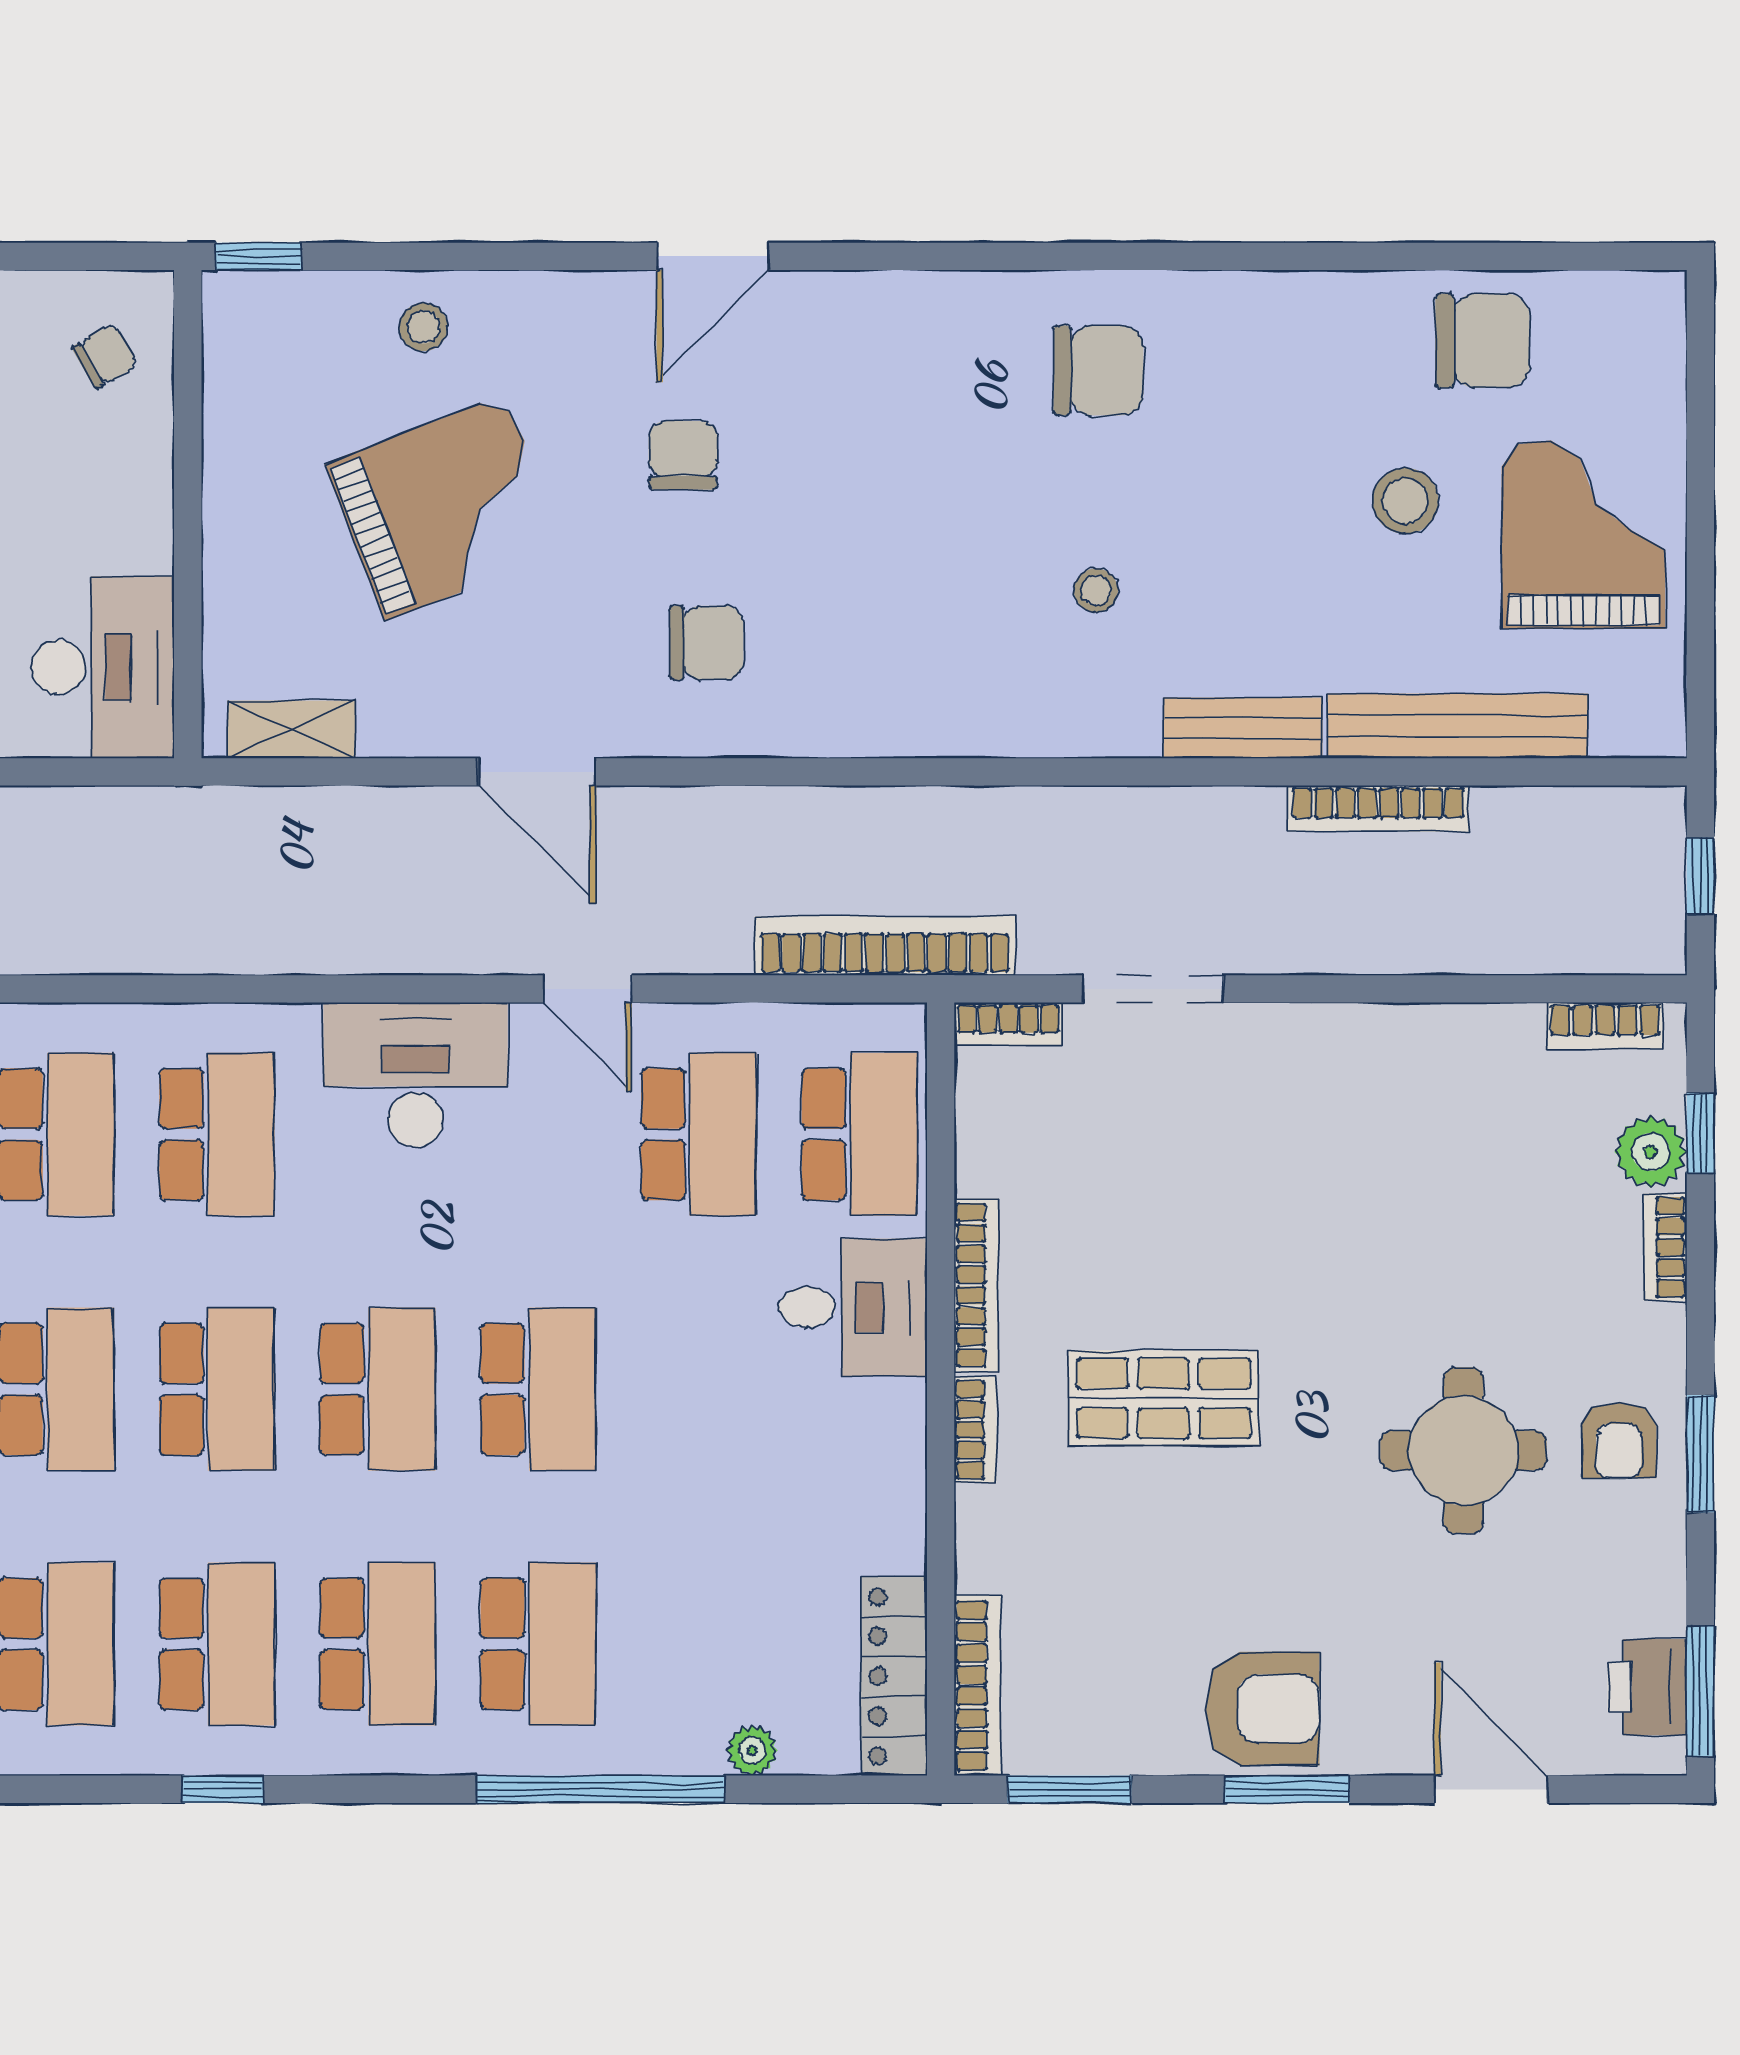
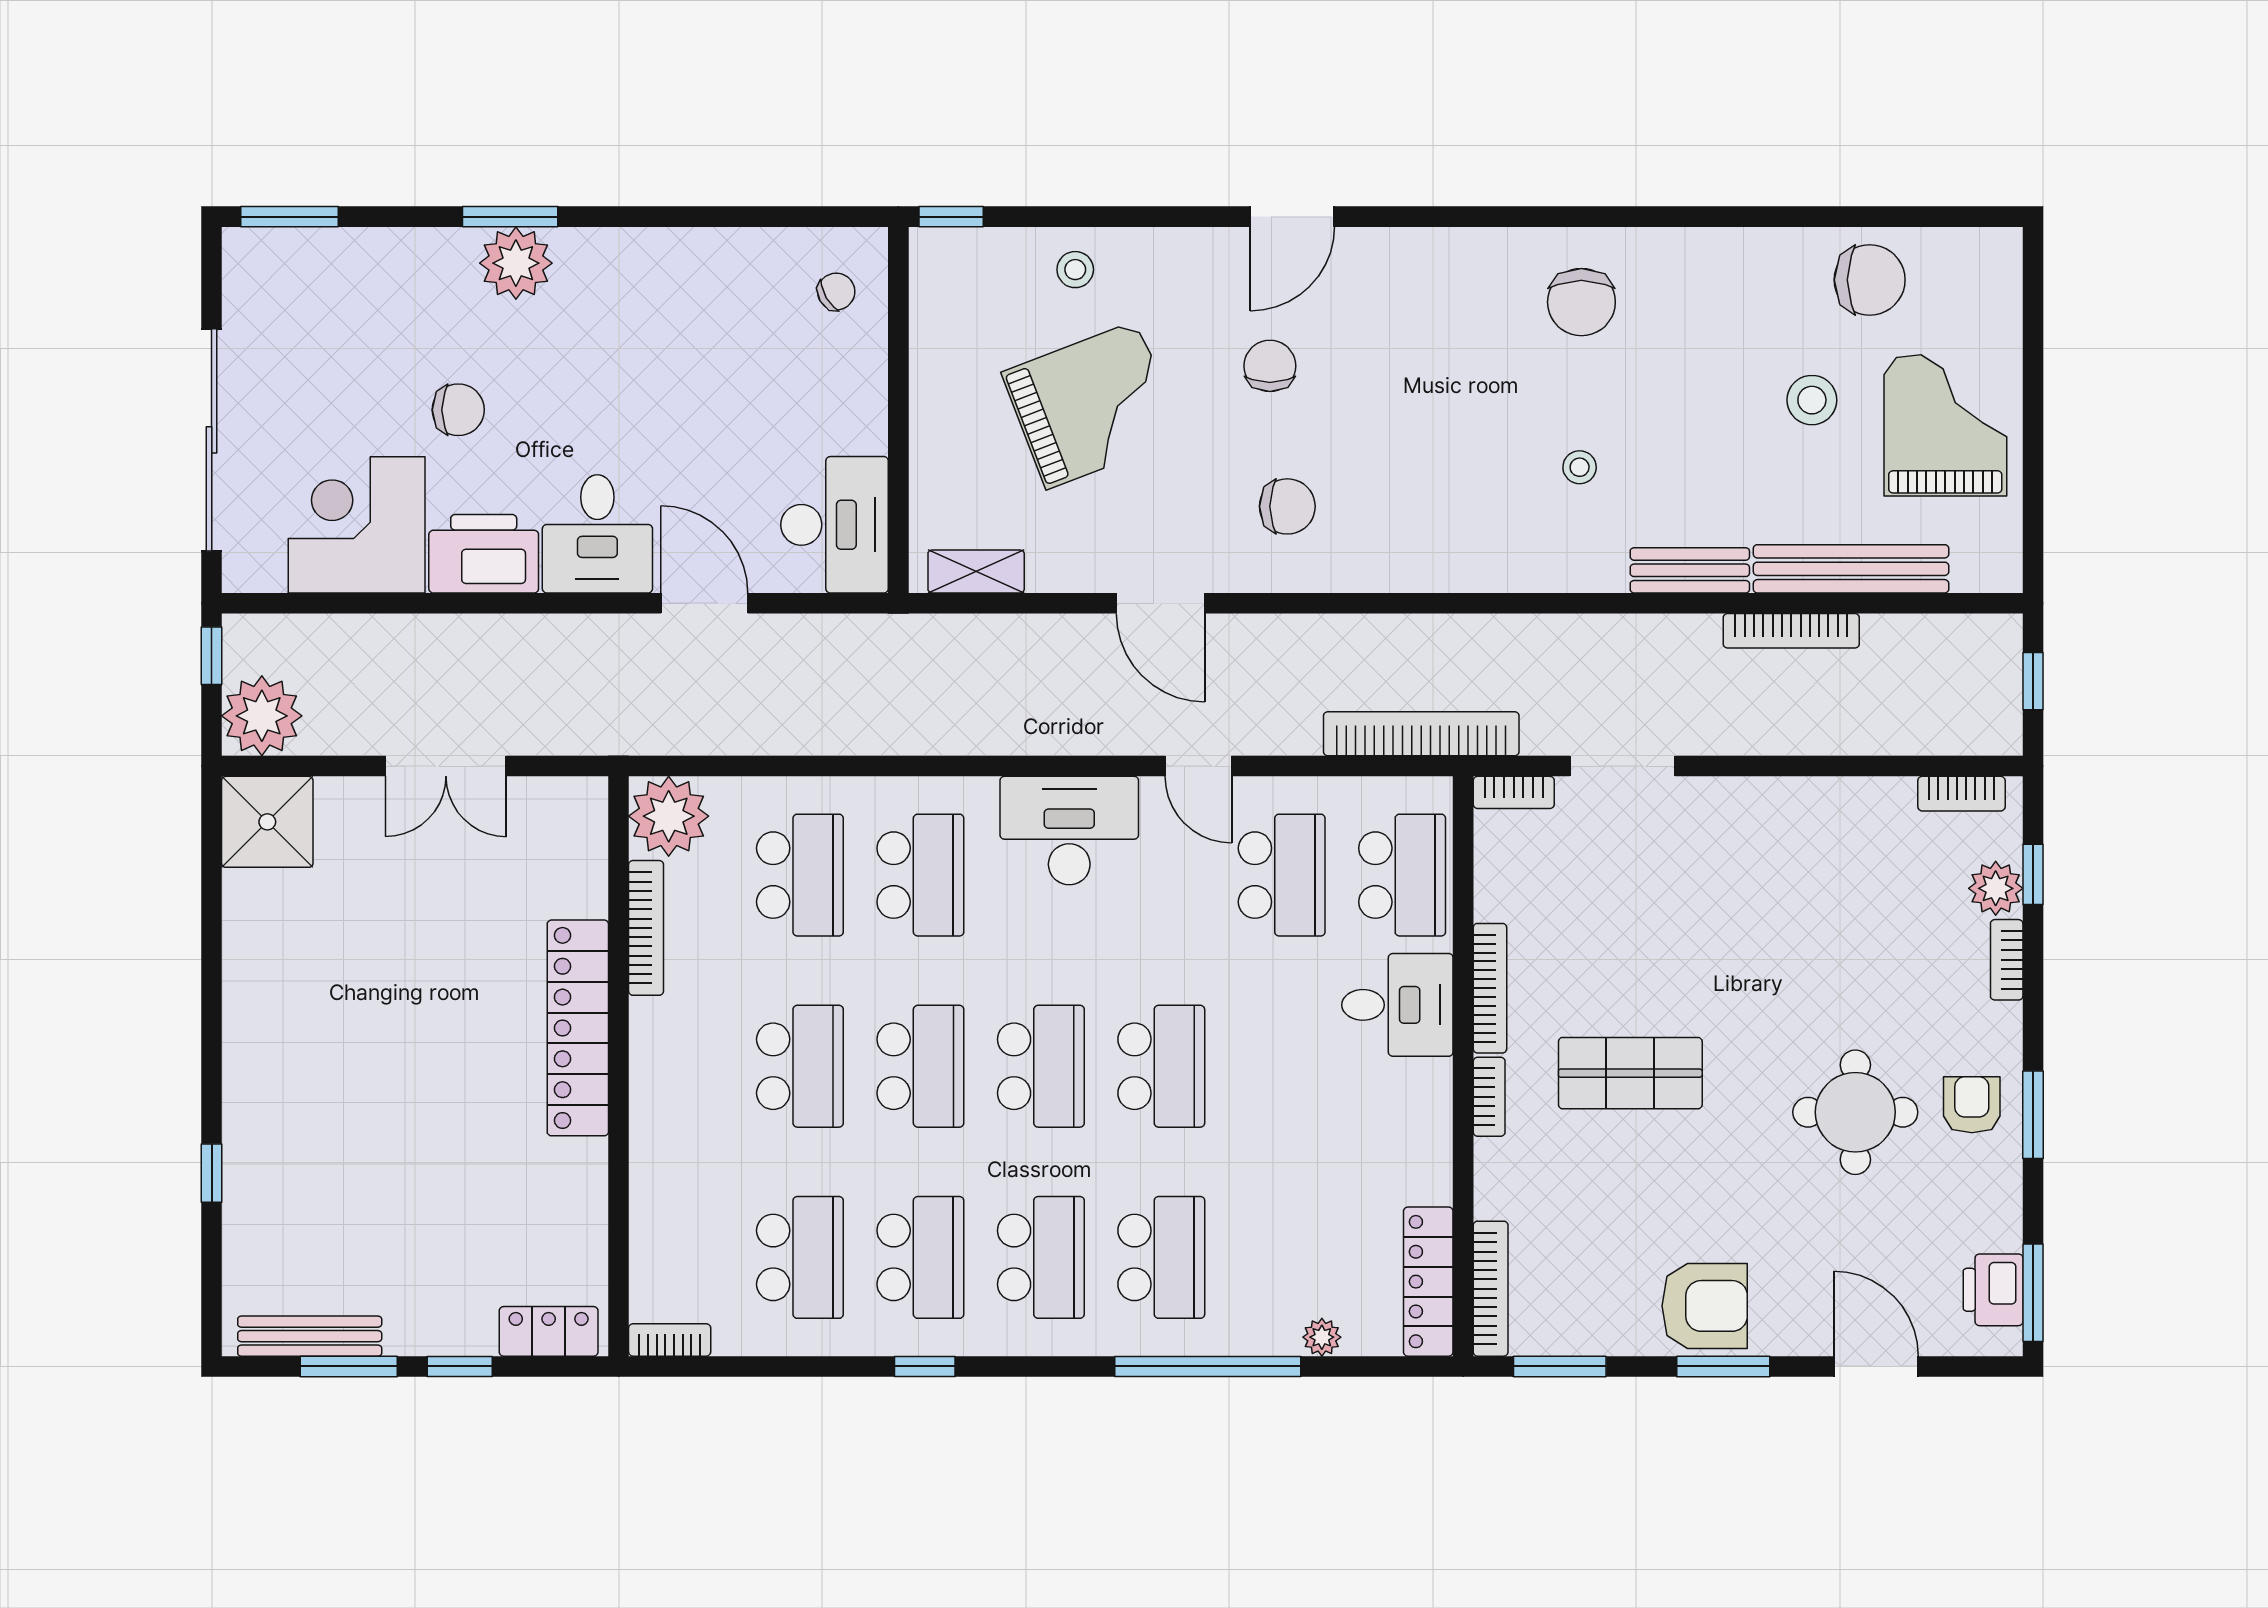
chair: (1098, 370) -> (1581, 302), turned 90
armchair: (1619, 1441) -> (1972, 1105), turned 180

